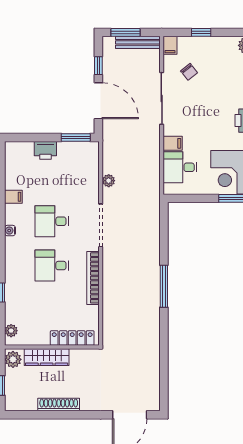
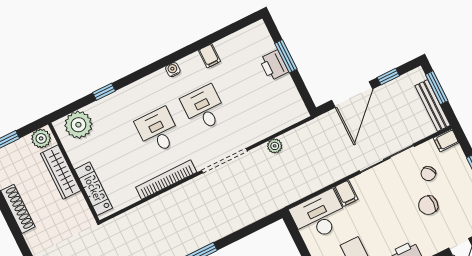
chair: (214, 84) -> (428, 205), added
window: (76, 137) -> (286, 56), moved
desk: (180, 167) -> (319, 216), width x1.37
plant: (11, 331) -> (78, 125), width x1.88, depth x1.88

